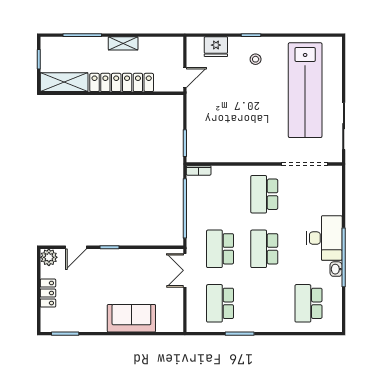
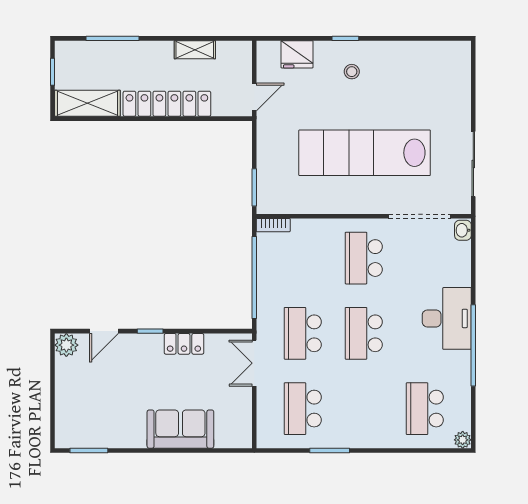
shelving: (123, 43) -> (195, 50), moved
lab bench: (305, 90) -> (365, 153), moved, turned 90
washbasin: (336, 269) -> (463, 230), moved
locker: (48, 293) -> (184, 344), moved, turned 90
plant: (336, 326) -> (463, 440), added

